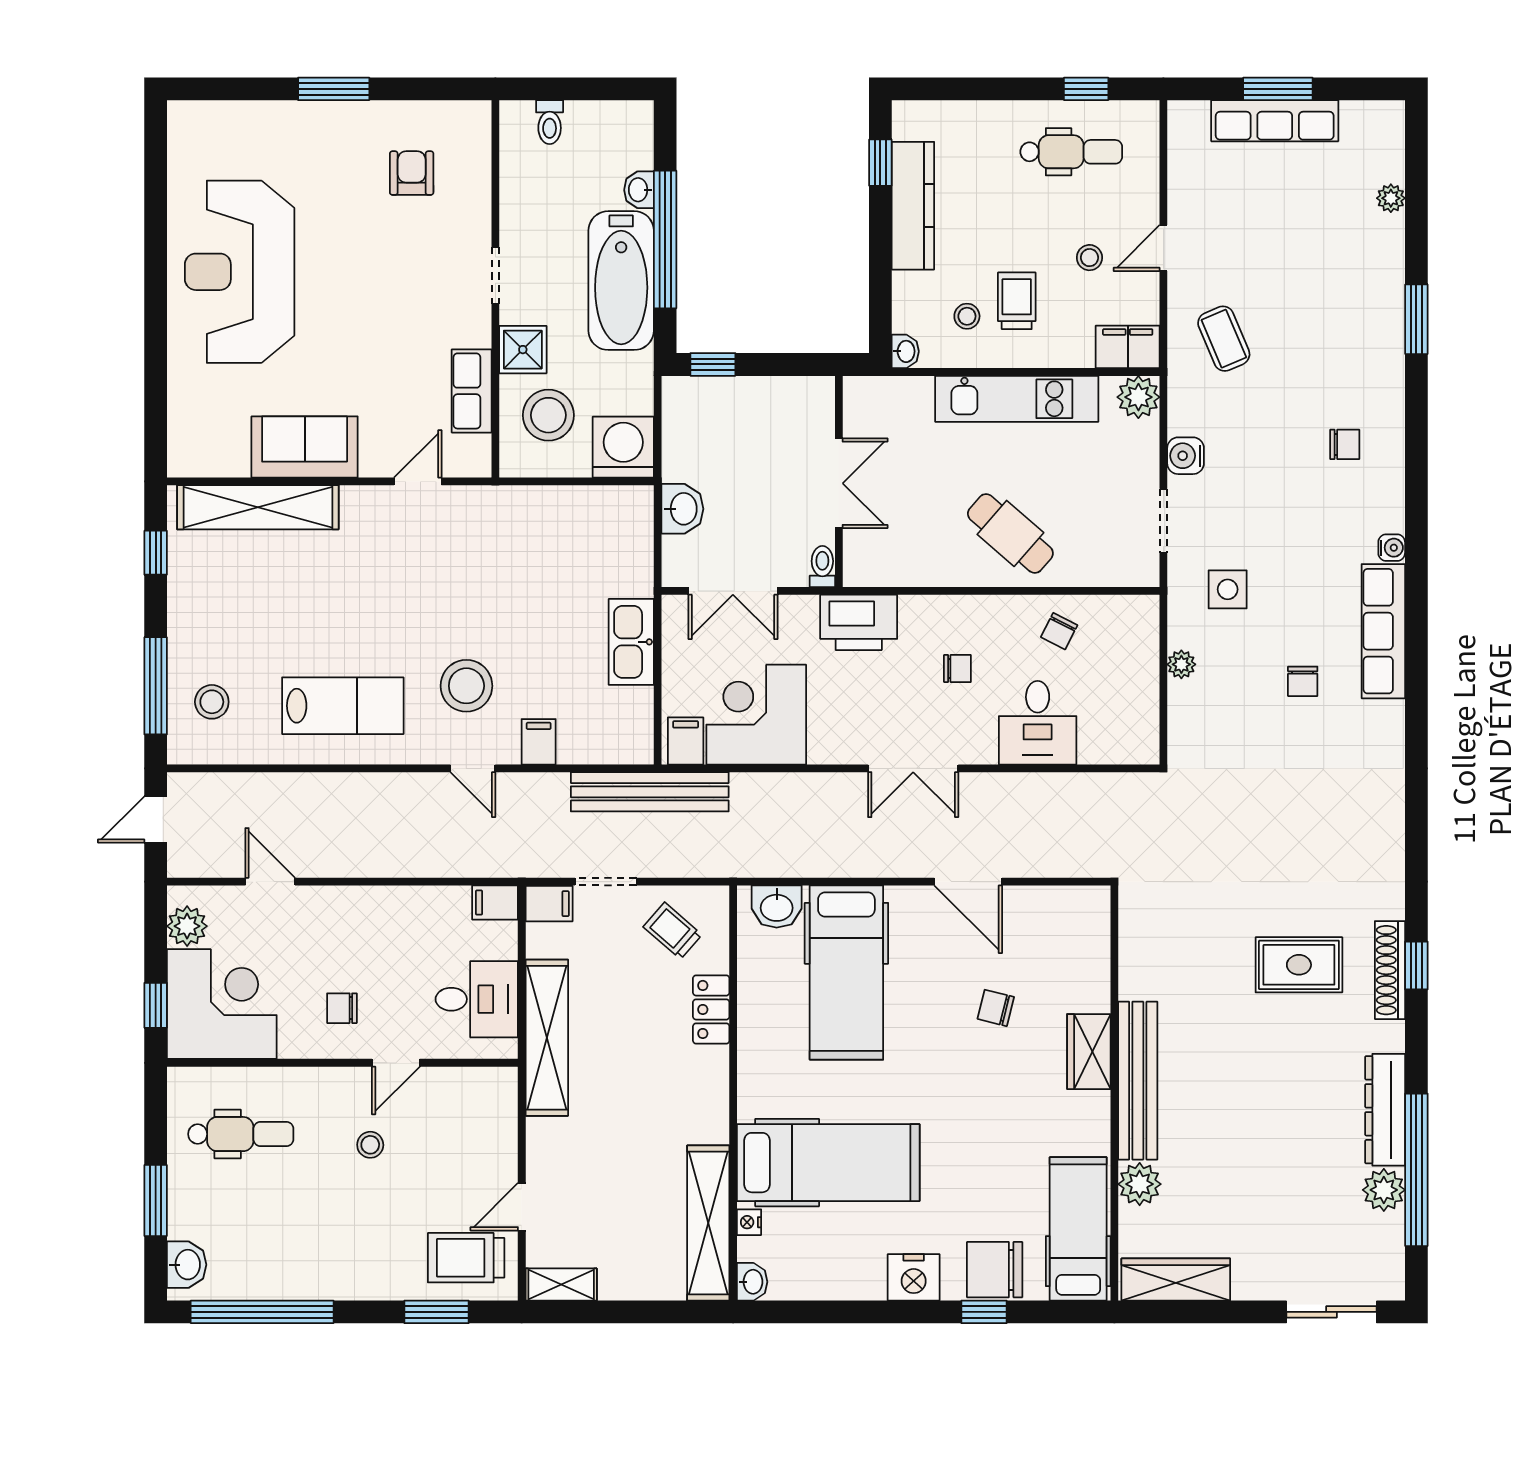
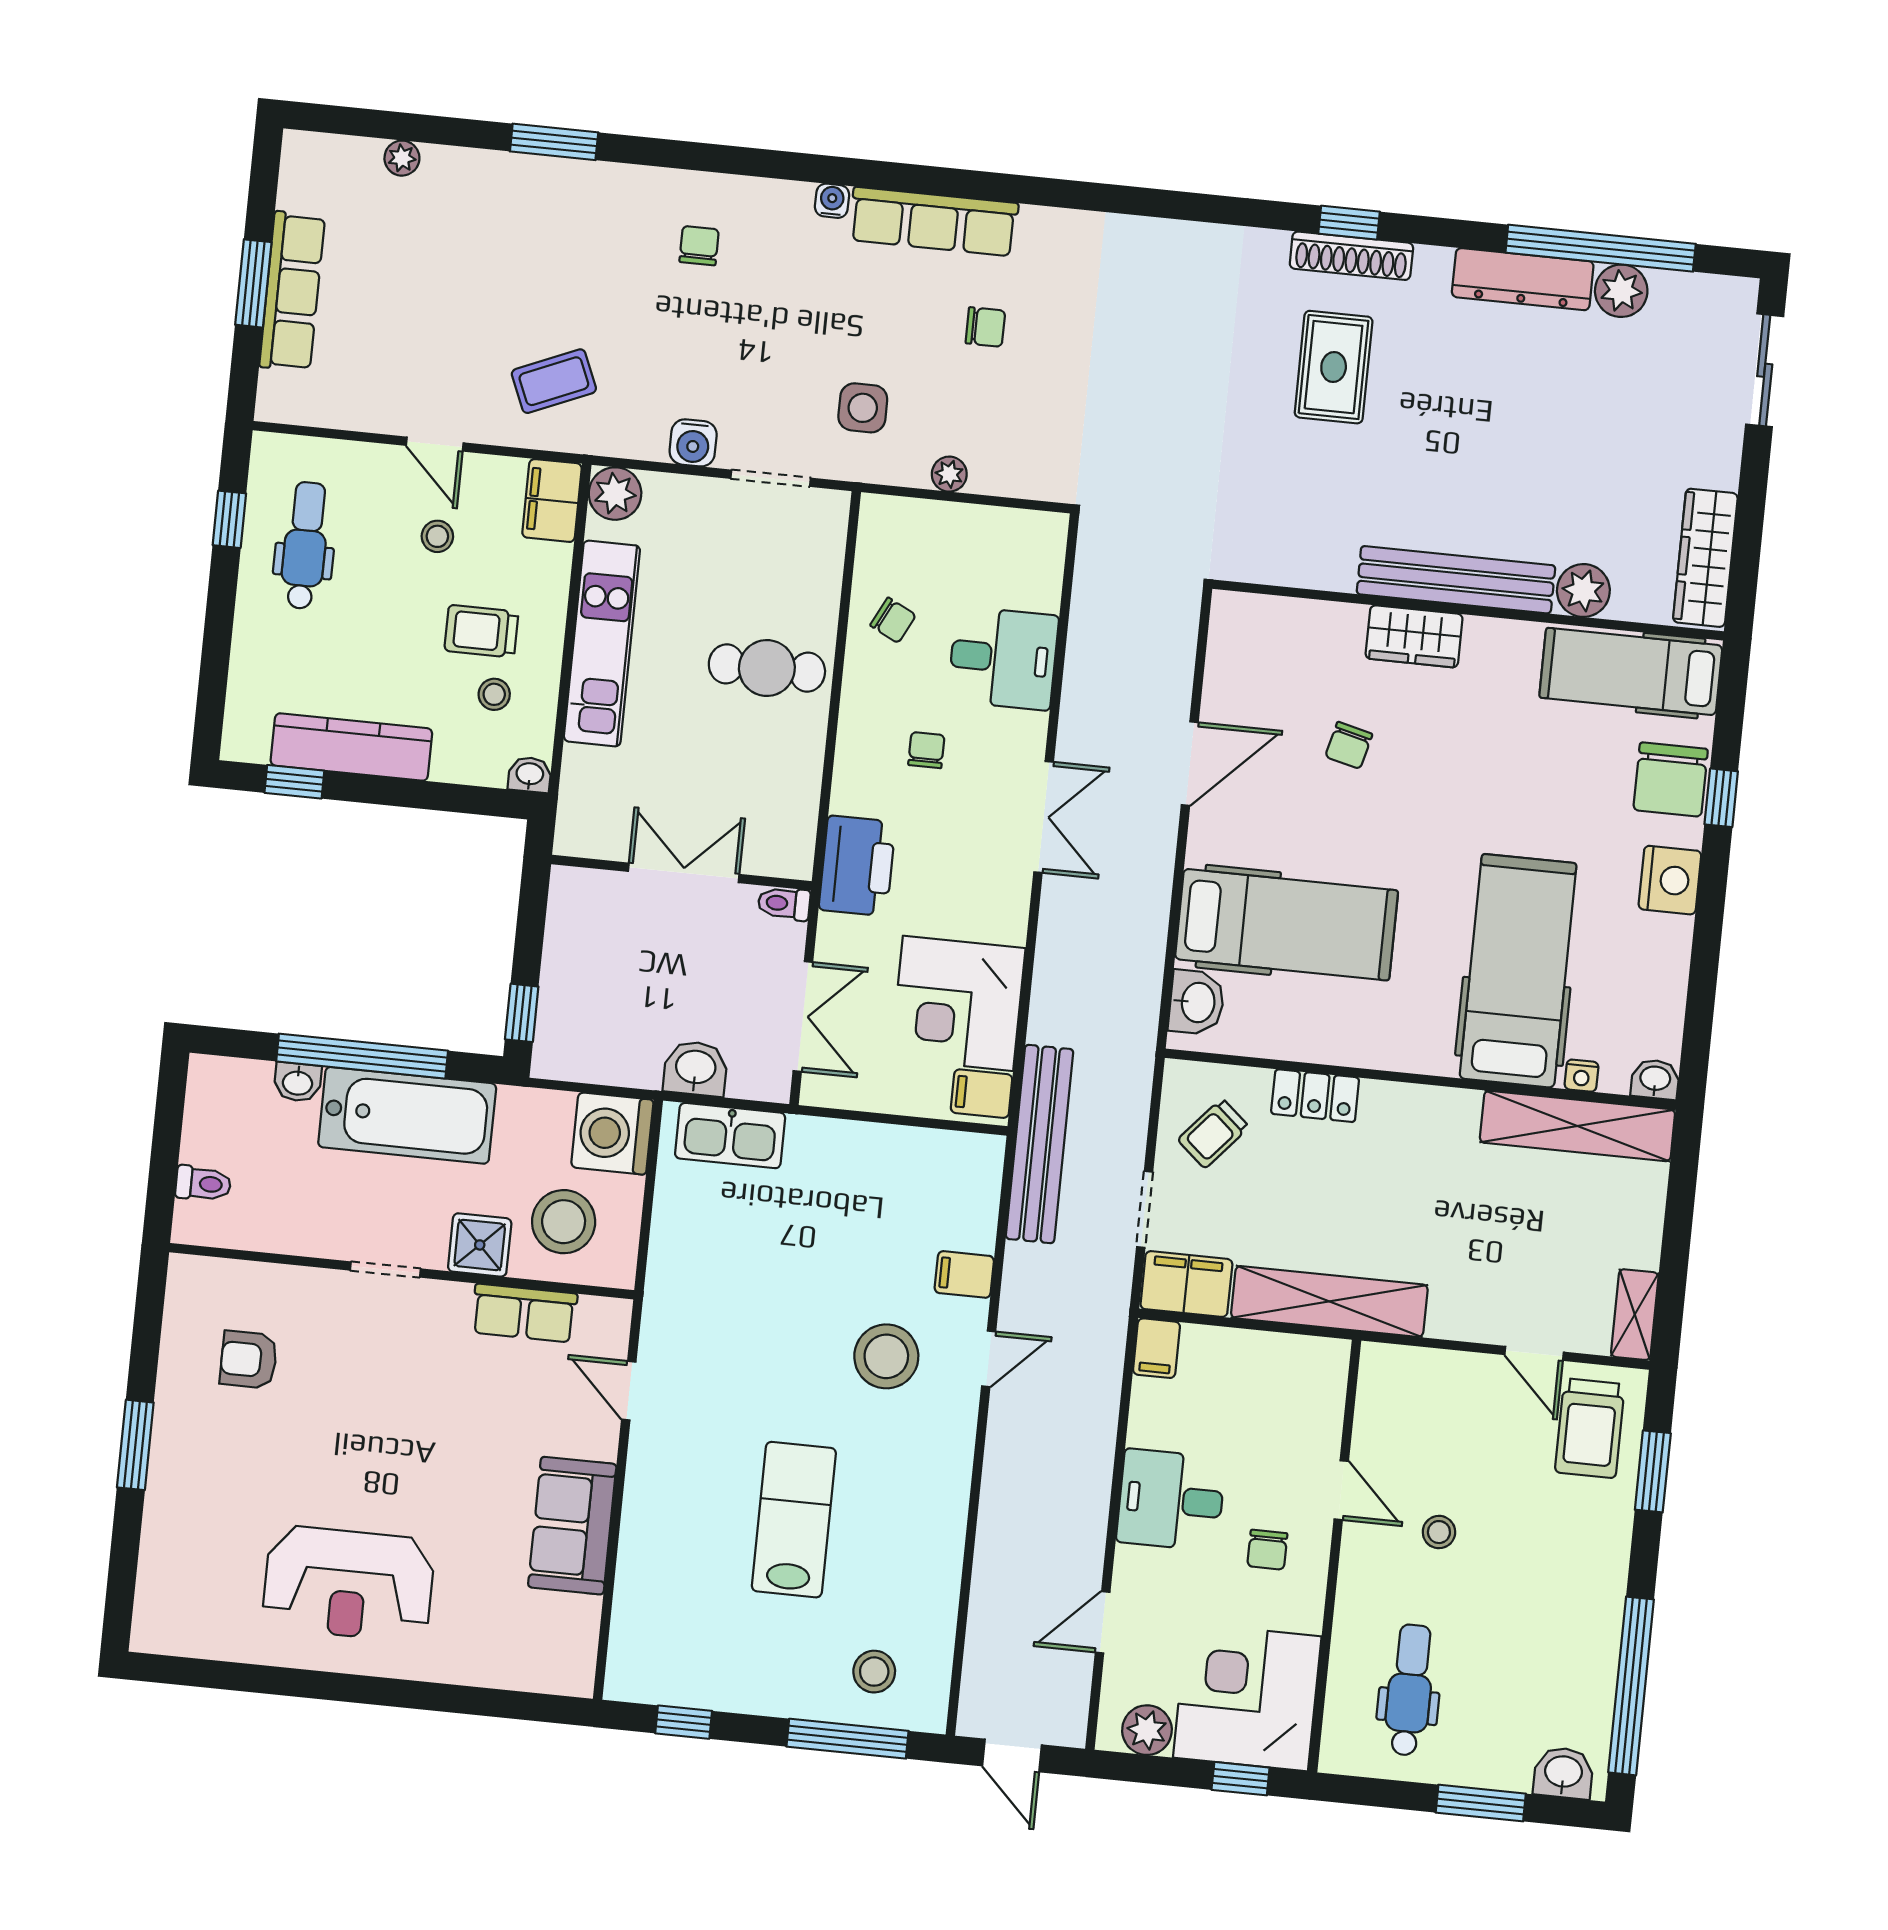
reception desk: (240, 272) -> (349, 1584), width x0.74, depth x0.77
shelving: (258, 507) -> (641, 1591), removed
cafe table: (1010, 533) -> (767, 668), turned 49
kitchen sink: (631, 642) -> (730, 1136), moved
lab bench: (343, 706) -> (794, 1520), moved
filing cabinet: (549, 904) -> (1186, 1284), width x2.00
desk: (477, 999) -> (1171, 1500), moved, turned -90

